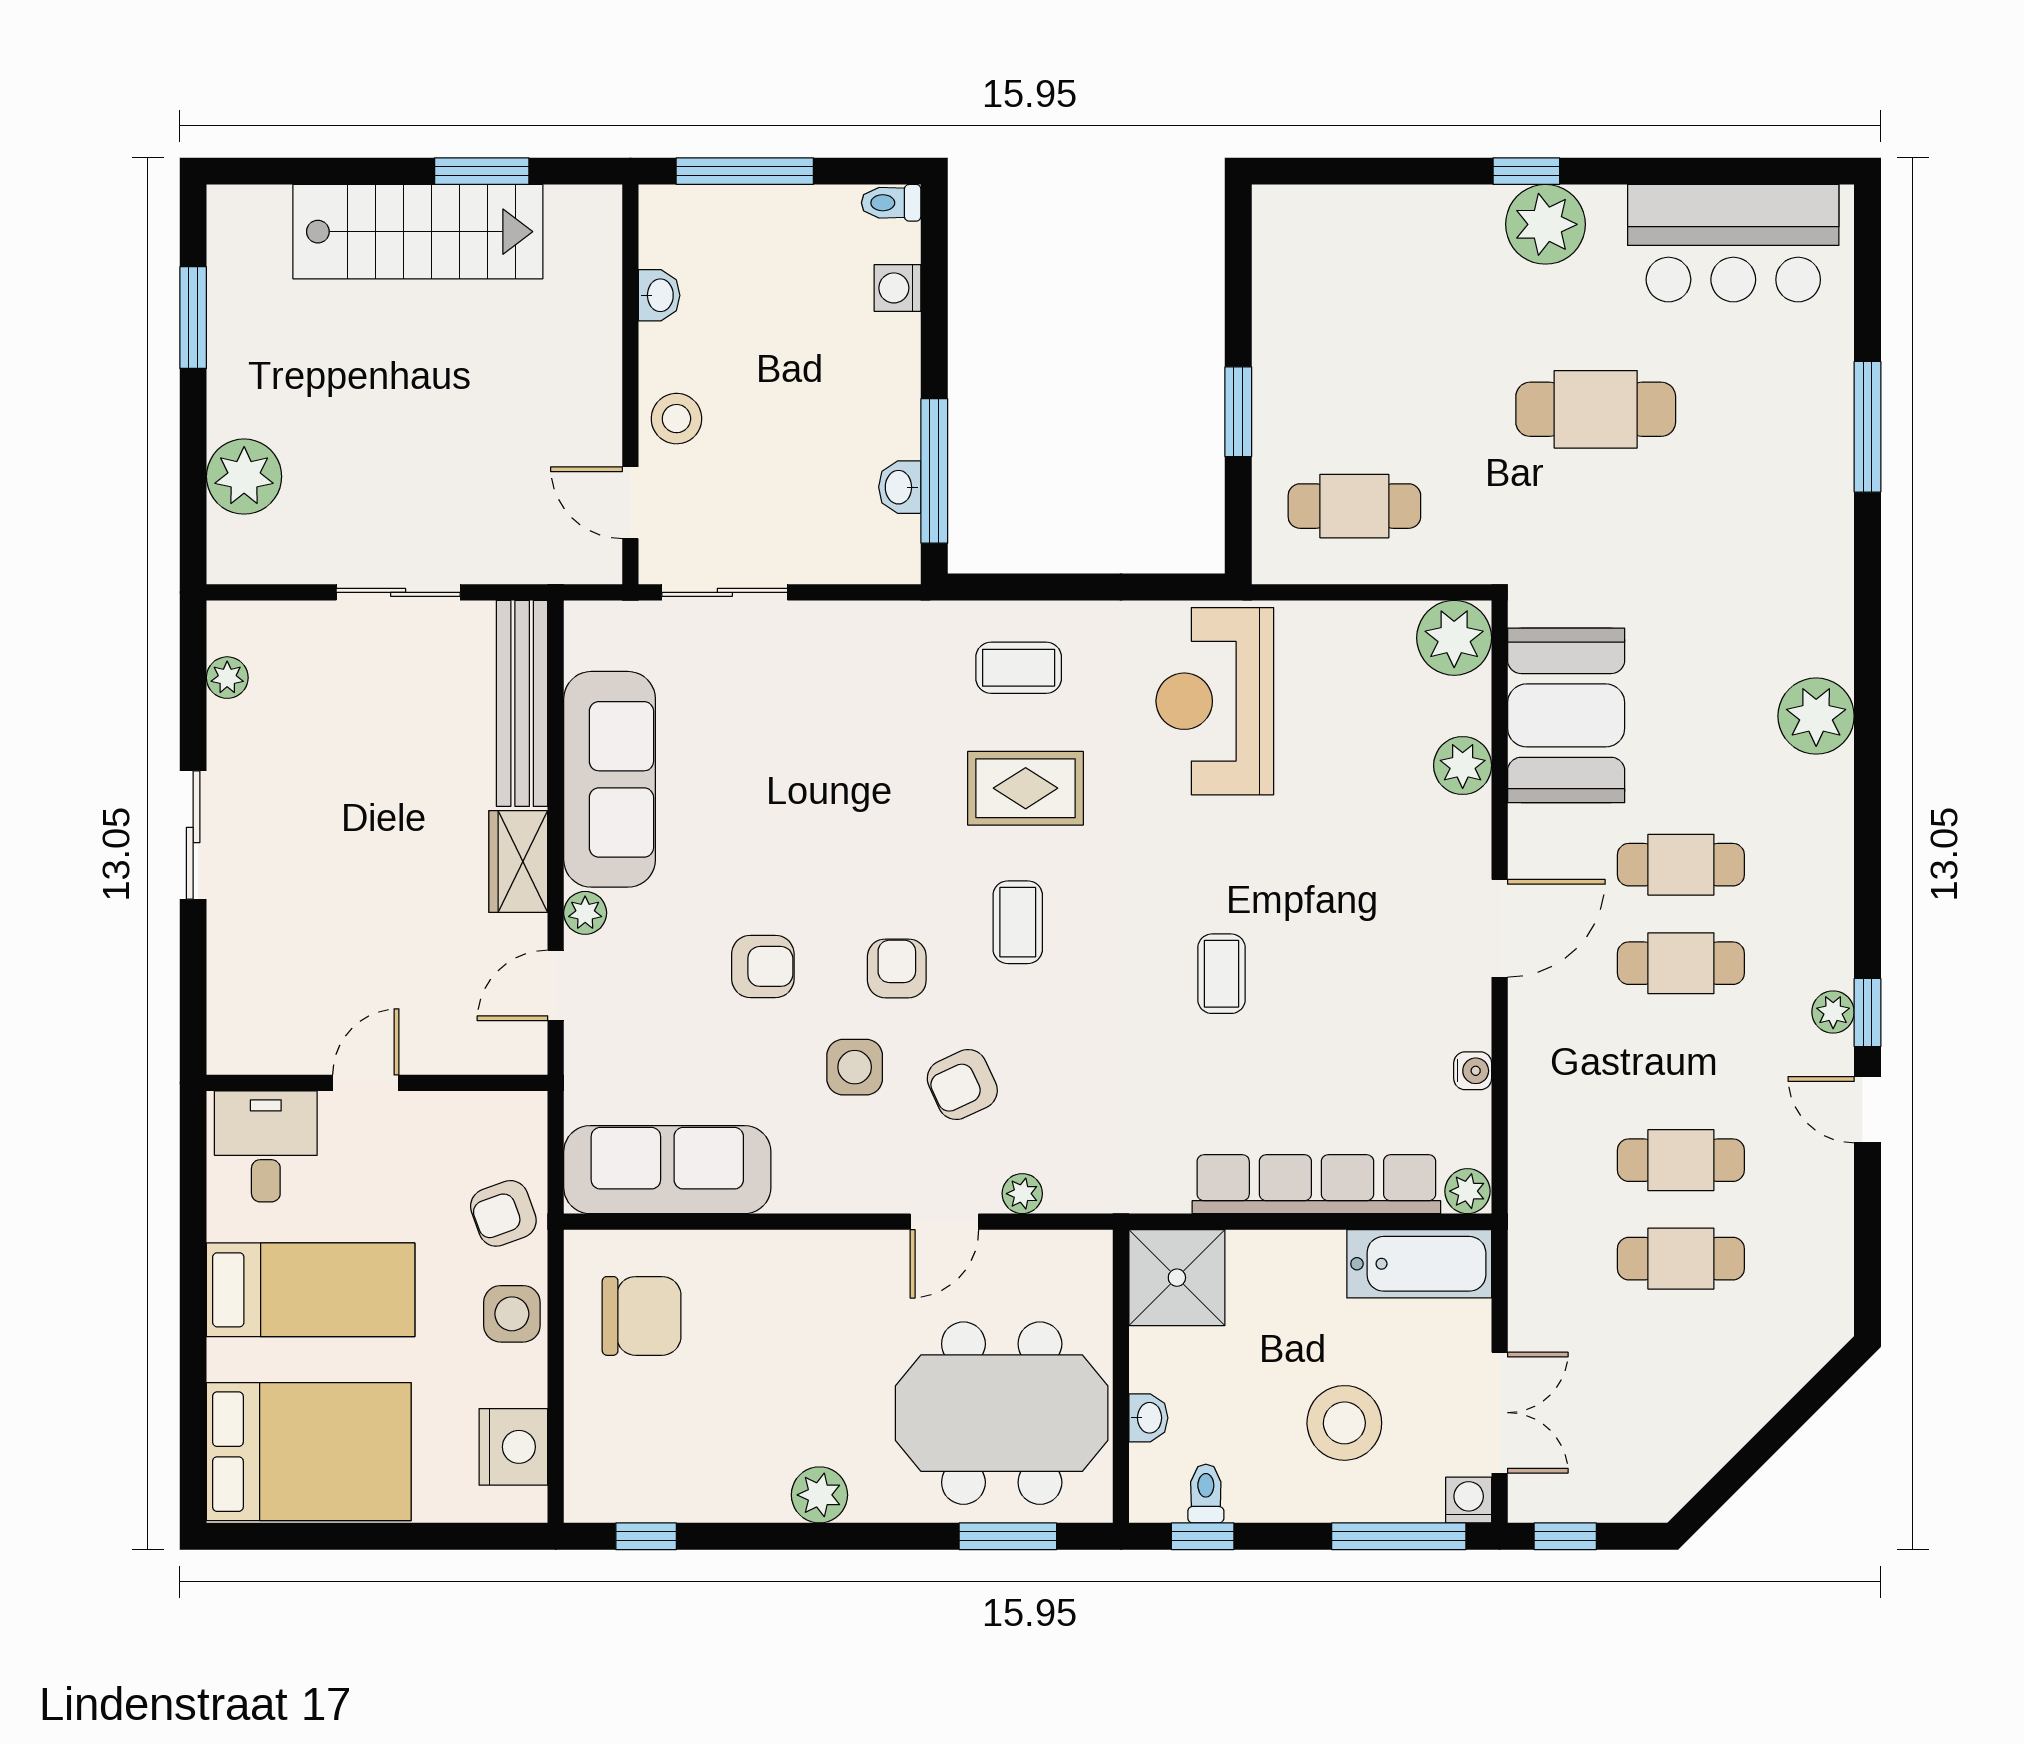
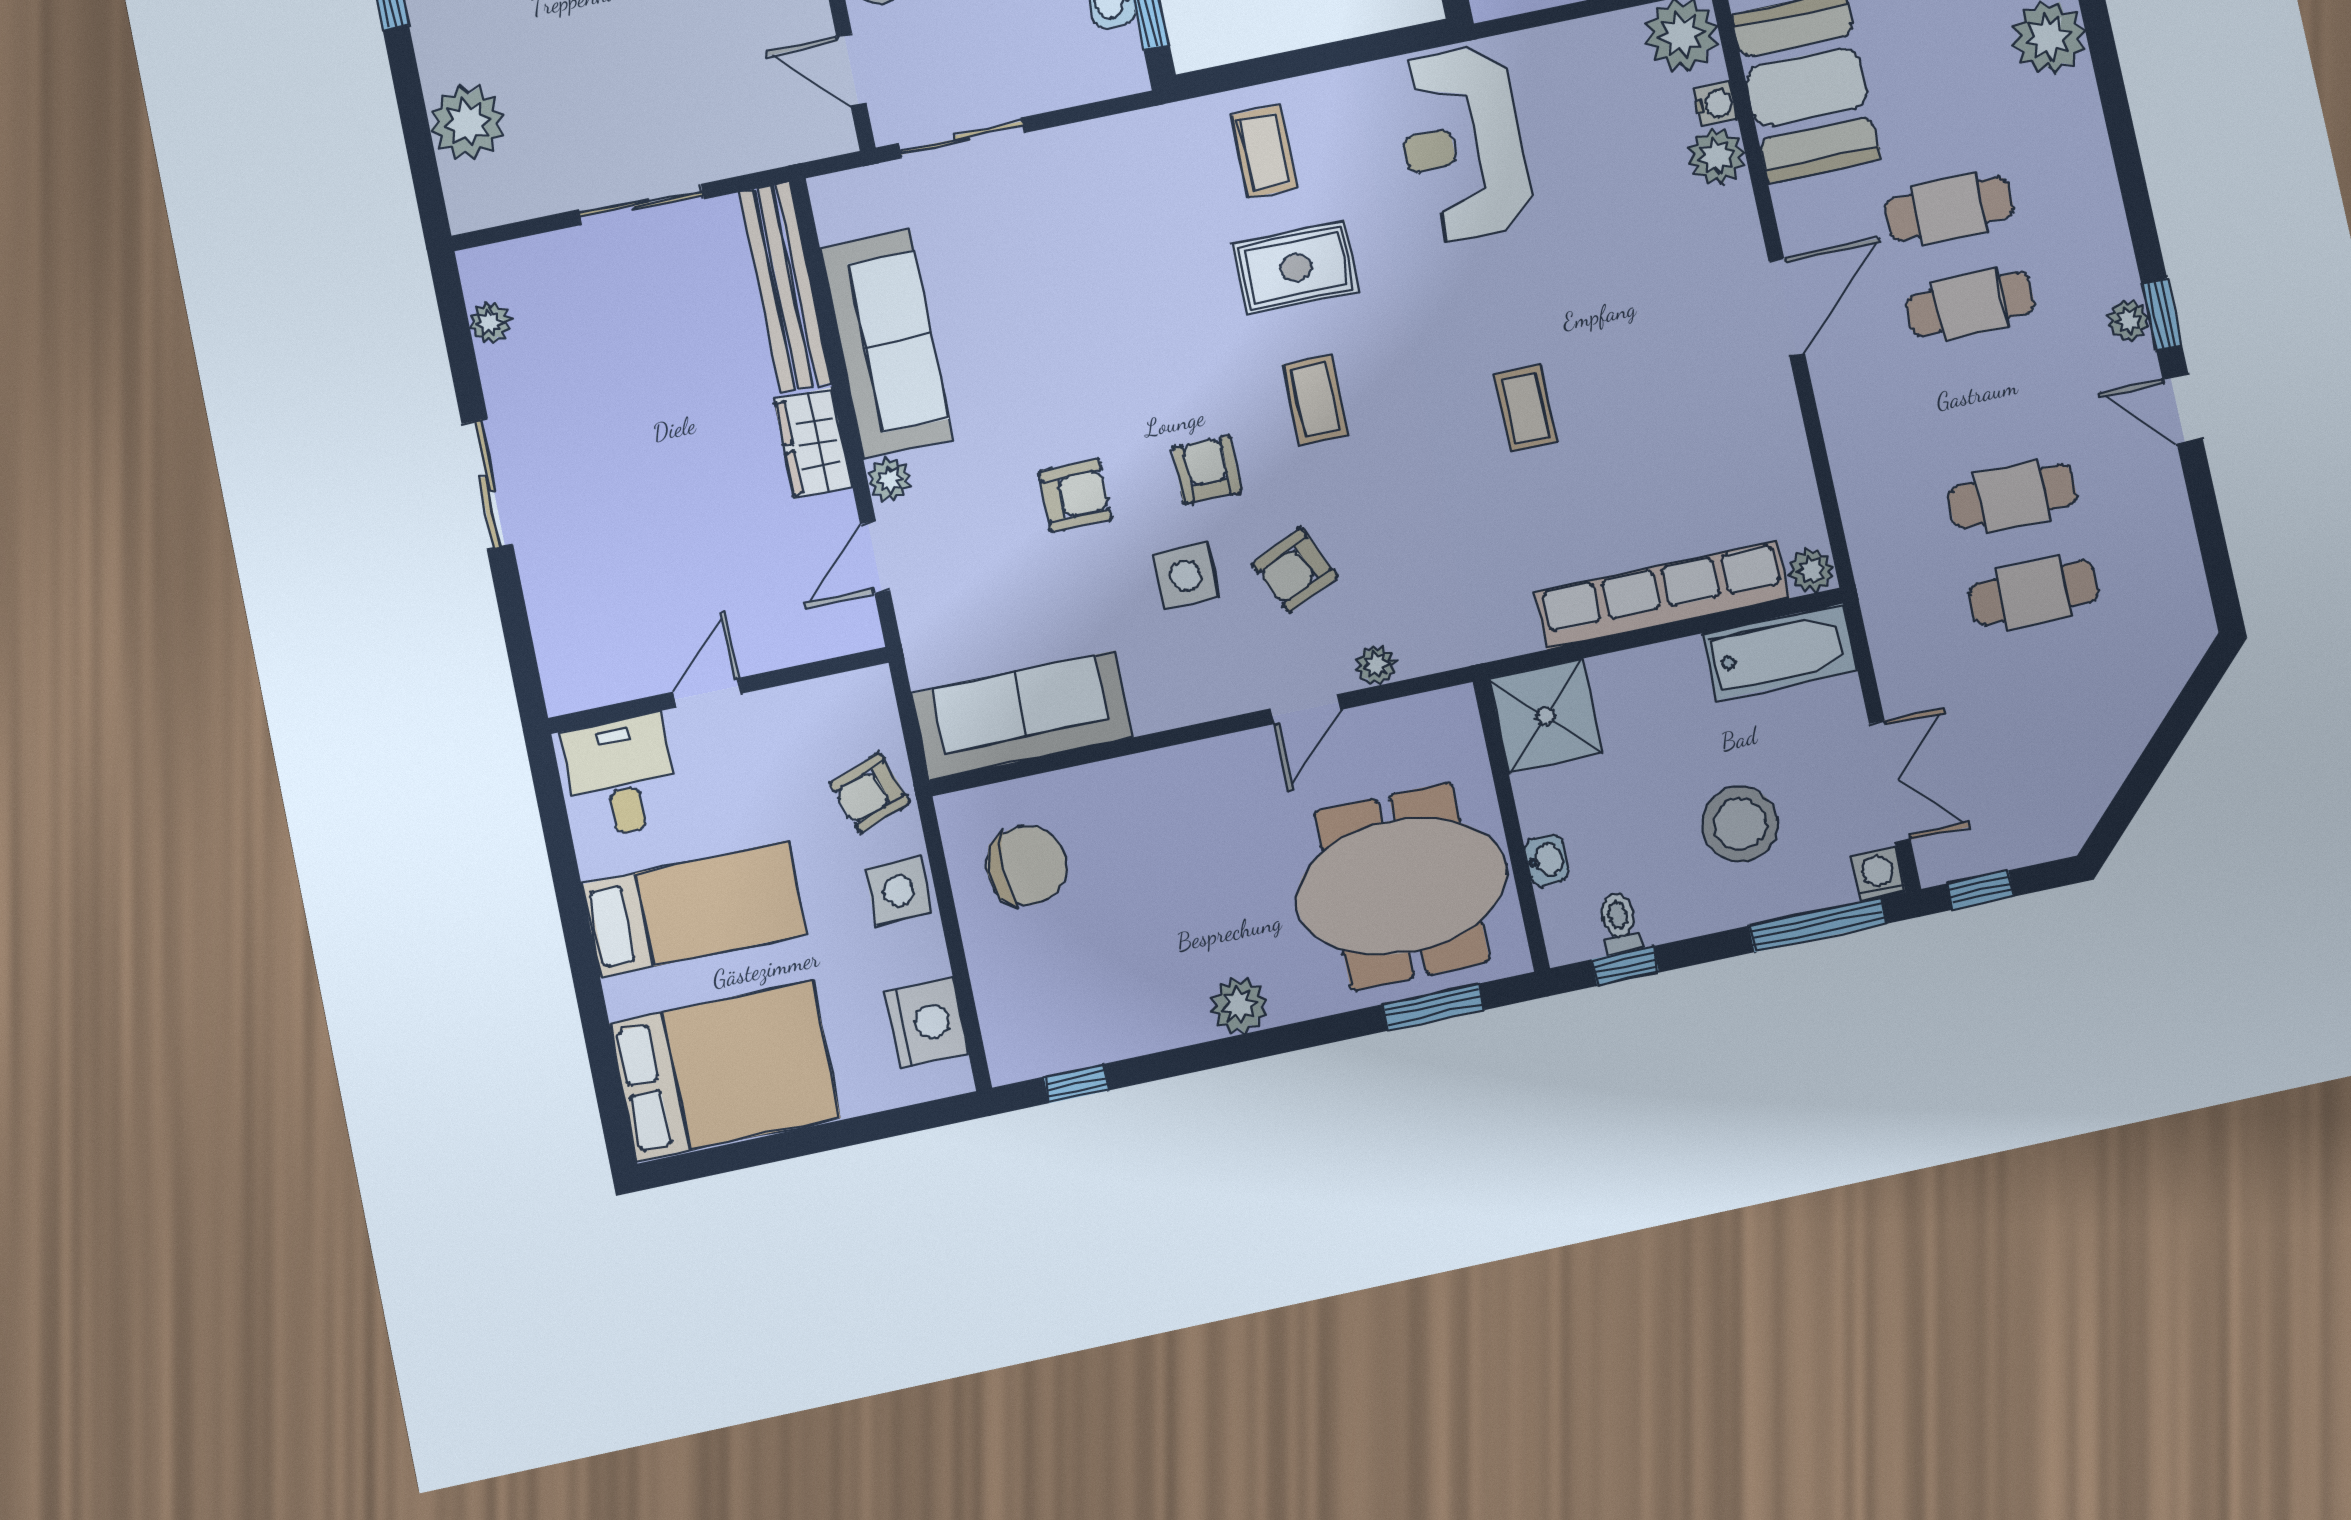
coffee table: (1019, 668) -> (1264, 152), turned 90
water cooler: (1473, 1071) -> (1715, 104), moved

